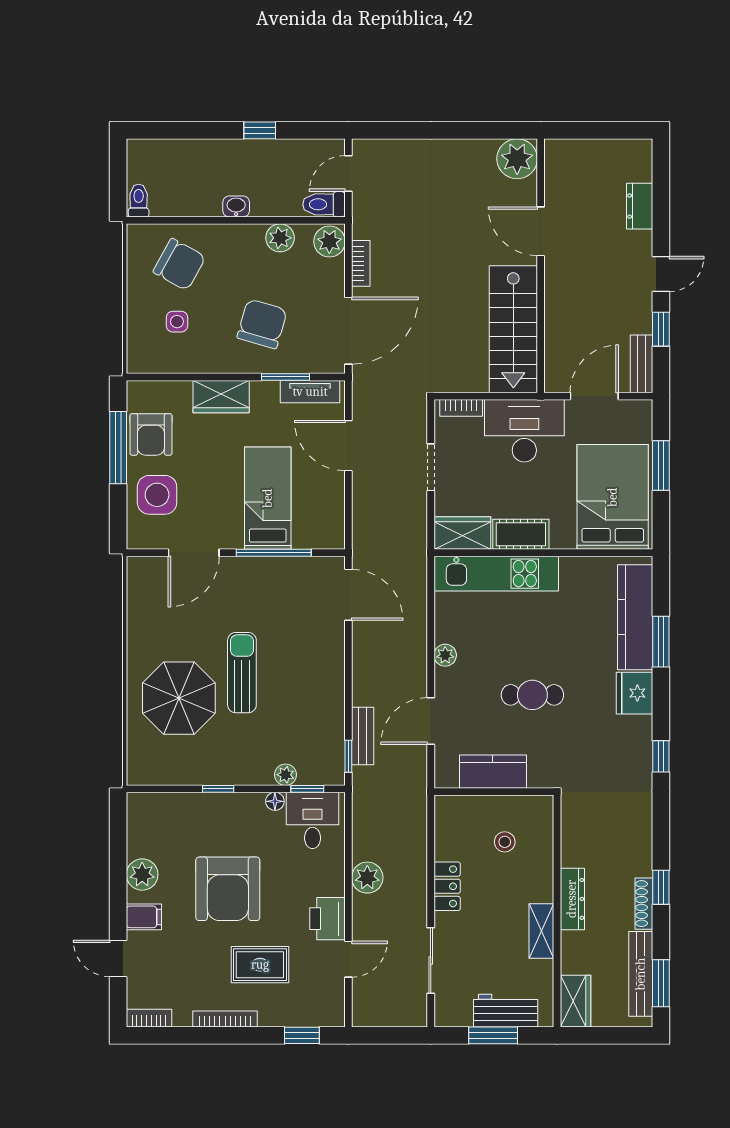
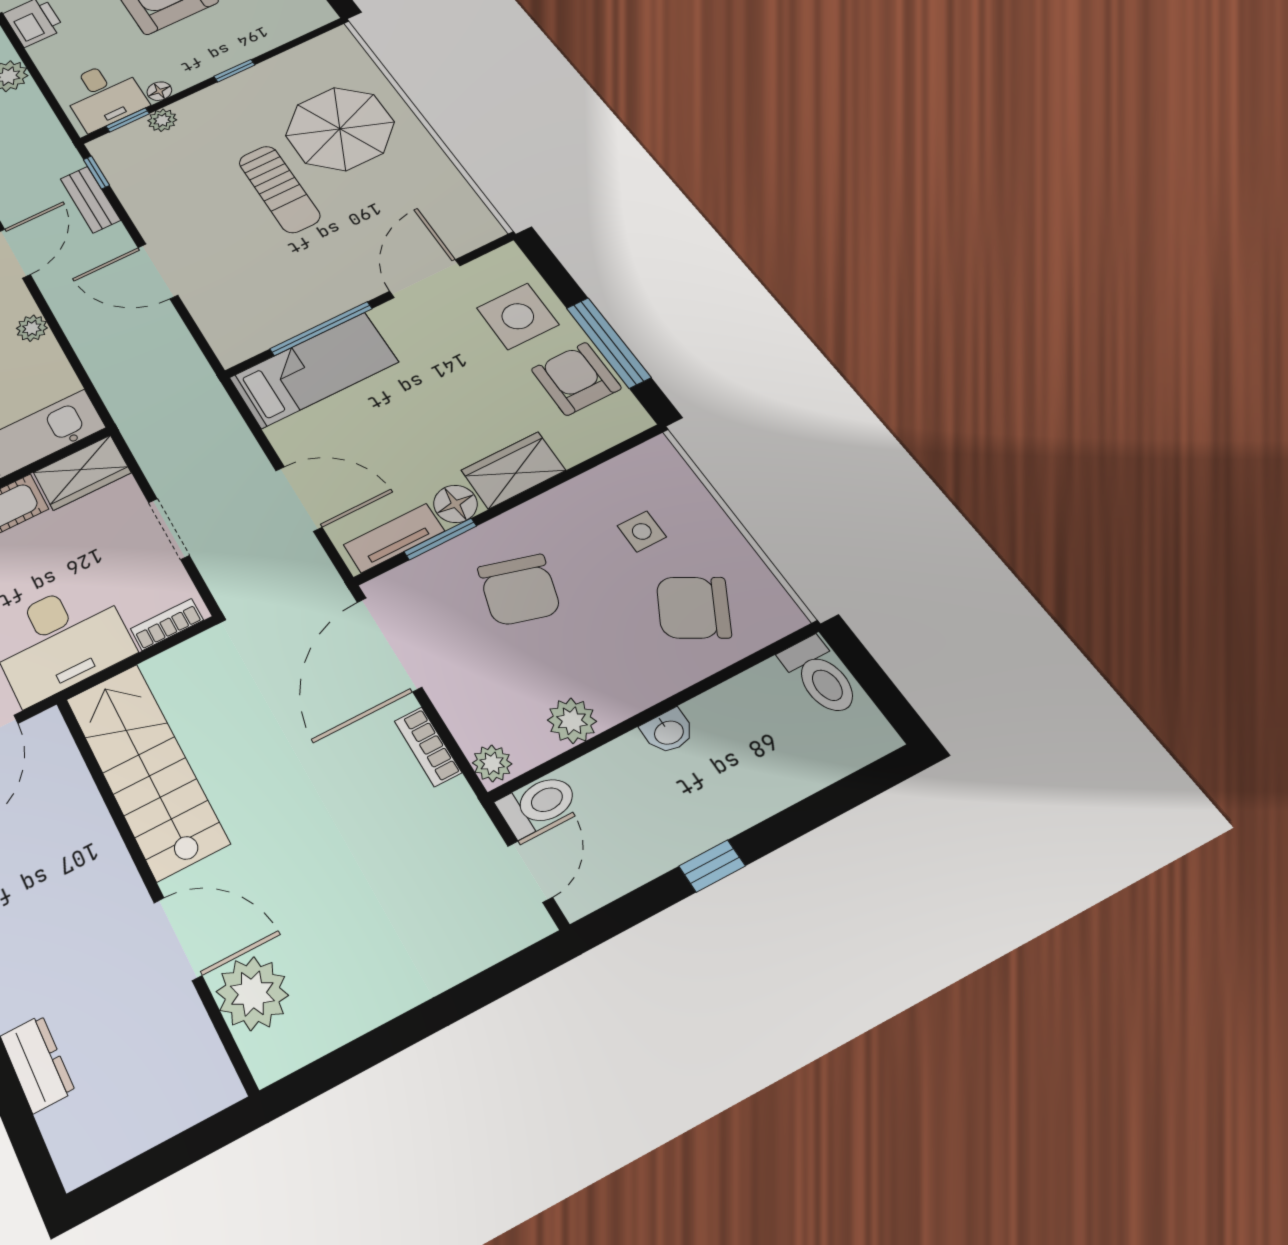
plant: (517, 159) -> (252, 993), moved
toilet: (139, 201) -> (820, 676), width x1.37, depth x1.39
plant: (329, 242) -> (492, 763), width x0.73, depth x0.73
floor lamp: (265, 394) -> (455, 504), added
bed: (268, 498) -> (314, 370), moved, turned -90
door: (348, 595) -> (158, 271), moved

